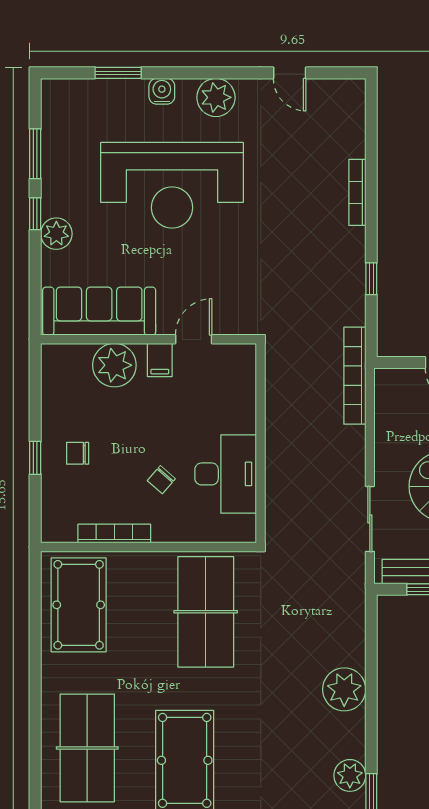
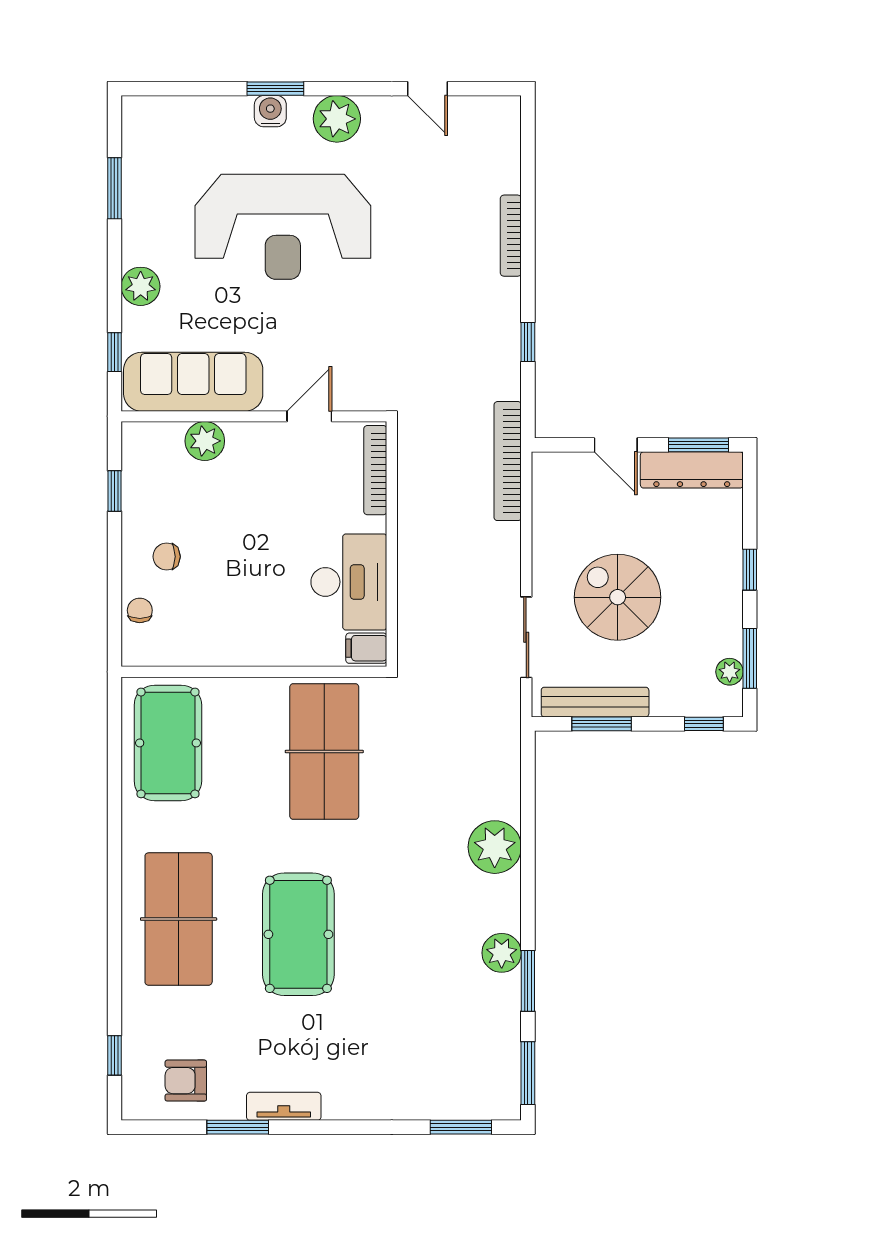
window: (118, 73) -> (275, 89), moved
window: (35, 214) -> (114, 352), moved
filing cabinet: (160, 360) -> (366, 648), moved, turned 90
plant: (114, 365) -> (205, 441), width x0.73, depth x0.73
window: (35, 458) -> (114, 491), moved
chair: (161, 480) -> (140, 610), moved, turned 139
bookcase: (114, 534) -> (375, 470), moved, turned -90

